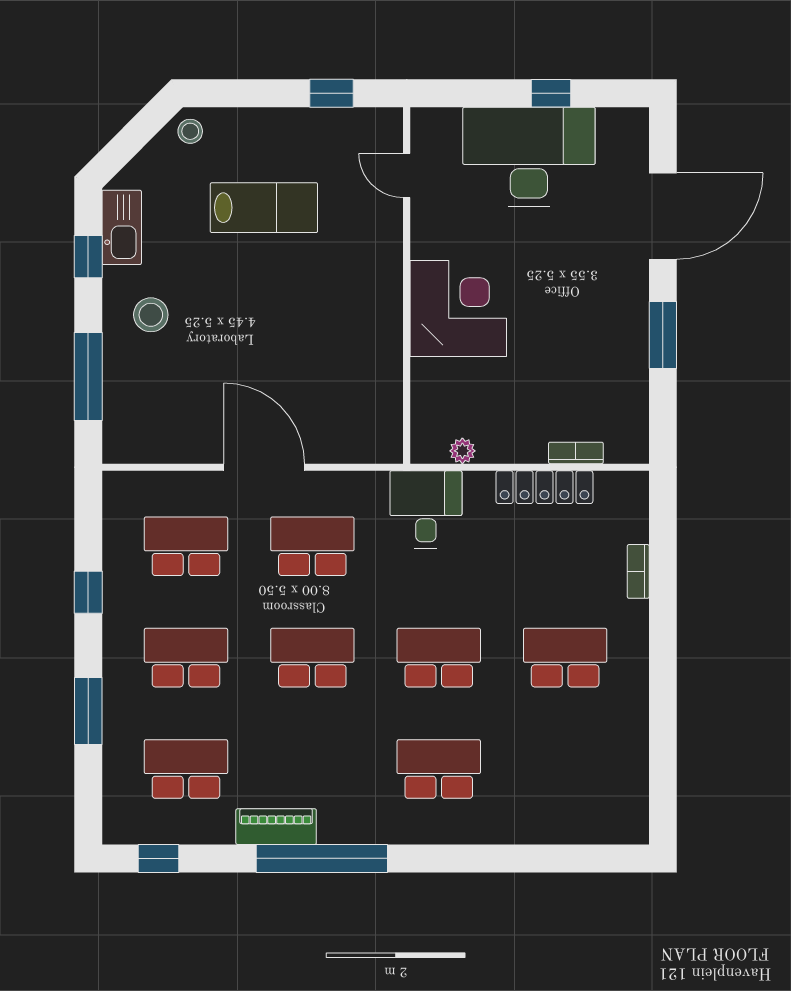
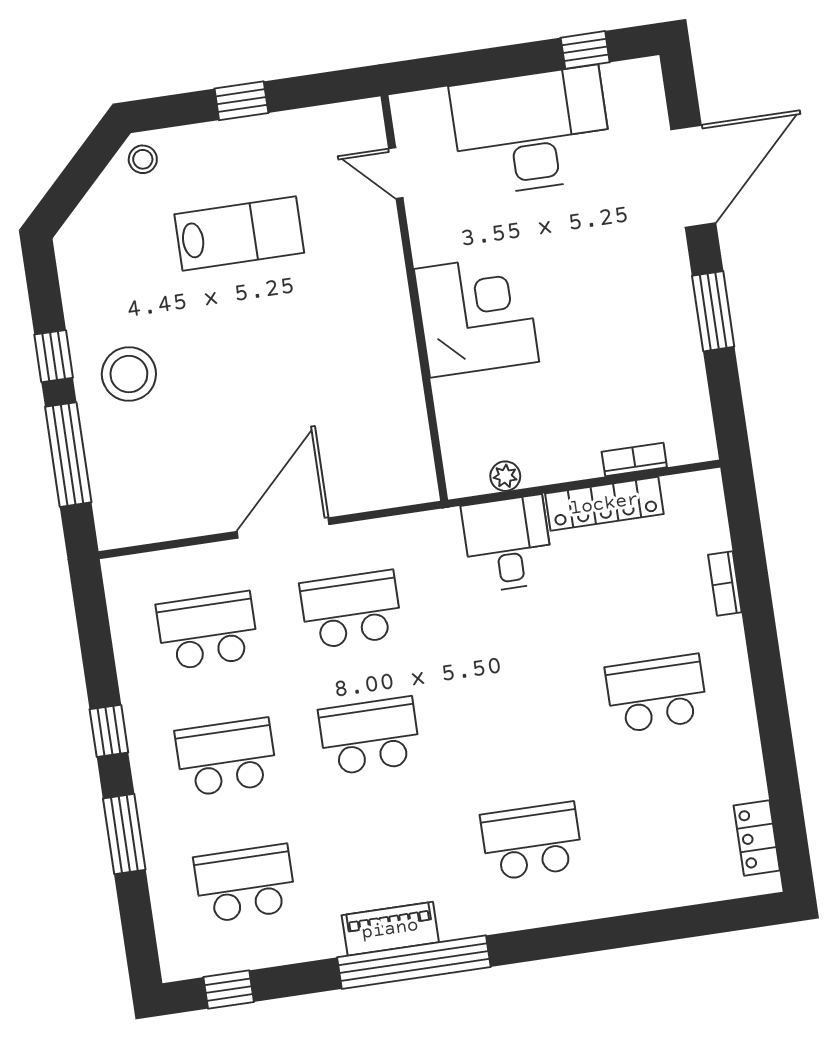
window: (332, 93) -> (241, 101), moved
window: (551, 93) -> (585, 50), moved
kitchen sink: (122, 227) -> (81, 280), removed
window: (88, 257) -> (54, 356), moved
stool: (151, 315) -> (129, 374), width x1.38, depth x1.38
door: (264, 467) -> (283, 528), hinge flipped
desk: (426, 509) -> (508, 544), moved
window: (88, 592) -> (109, 731), moved
school desk: (439, 658) -> (513, 715), removed
locker: (633, 795) -> (757, 838), added
piano: (276, 827) -> (390, 929), moved

